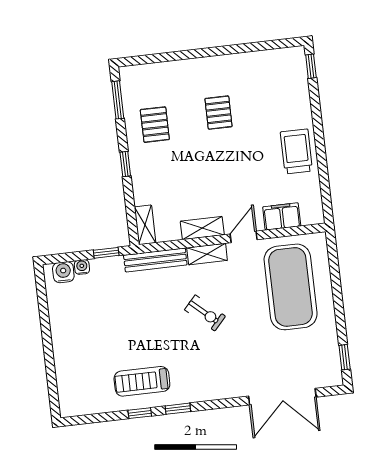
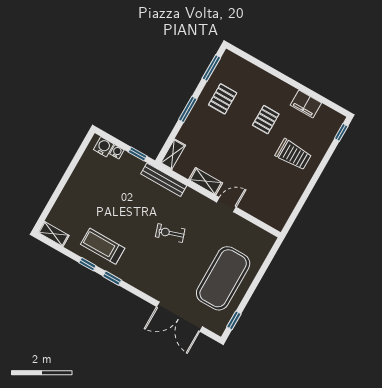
trolley: (296, 151) -> (293, 155), moved, turned 90
window: (125, 164) -> (188, 109), width x1.50
filing cabinet: (282, 216) -> (306, 104), moved, turned 180
shelving: (207, 254) -> (54, 234), moved
exercise mat: (291, 287) -> (223, 278), moved
exercise bike: (205, 313) -> (170, 233), turned 120

